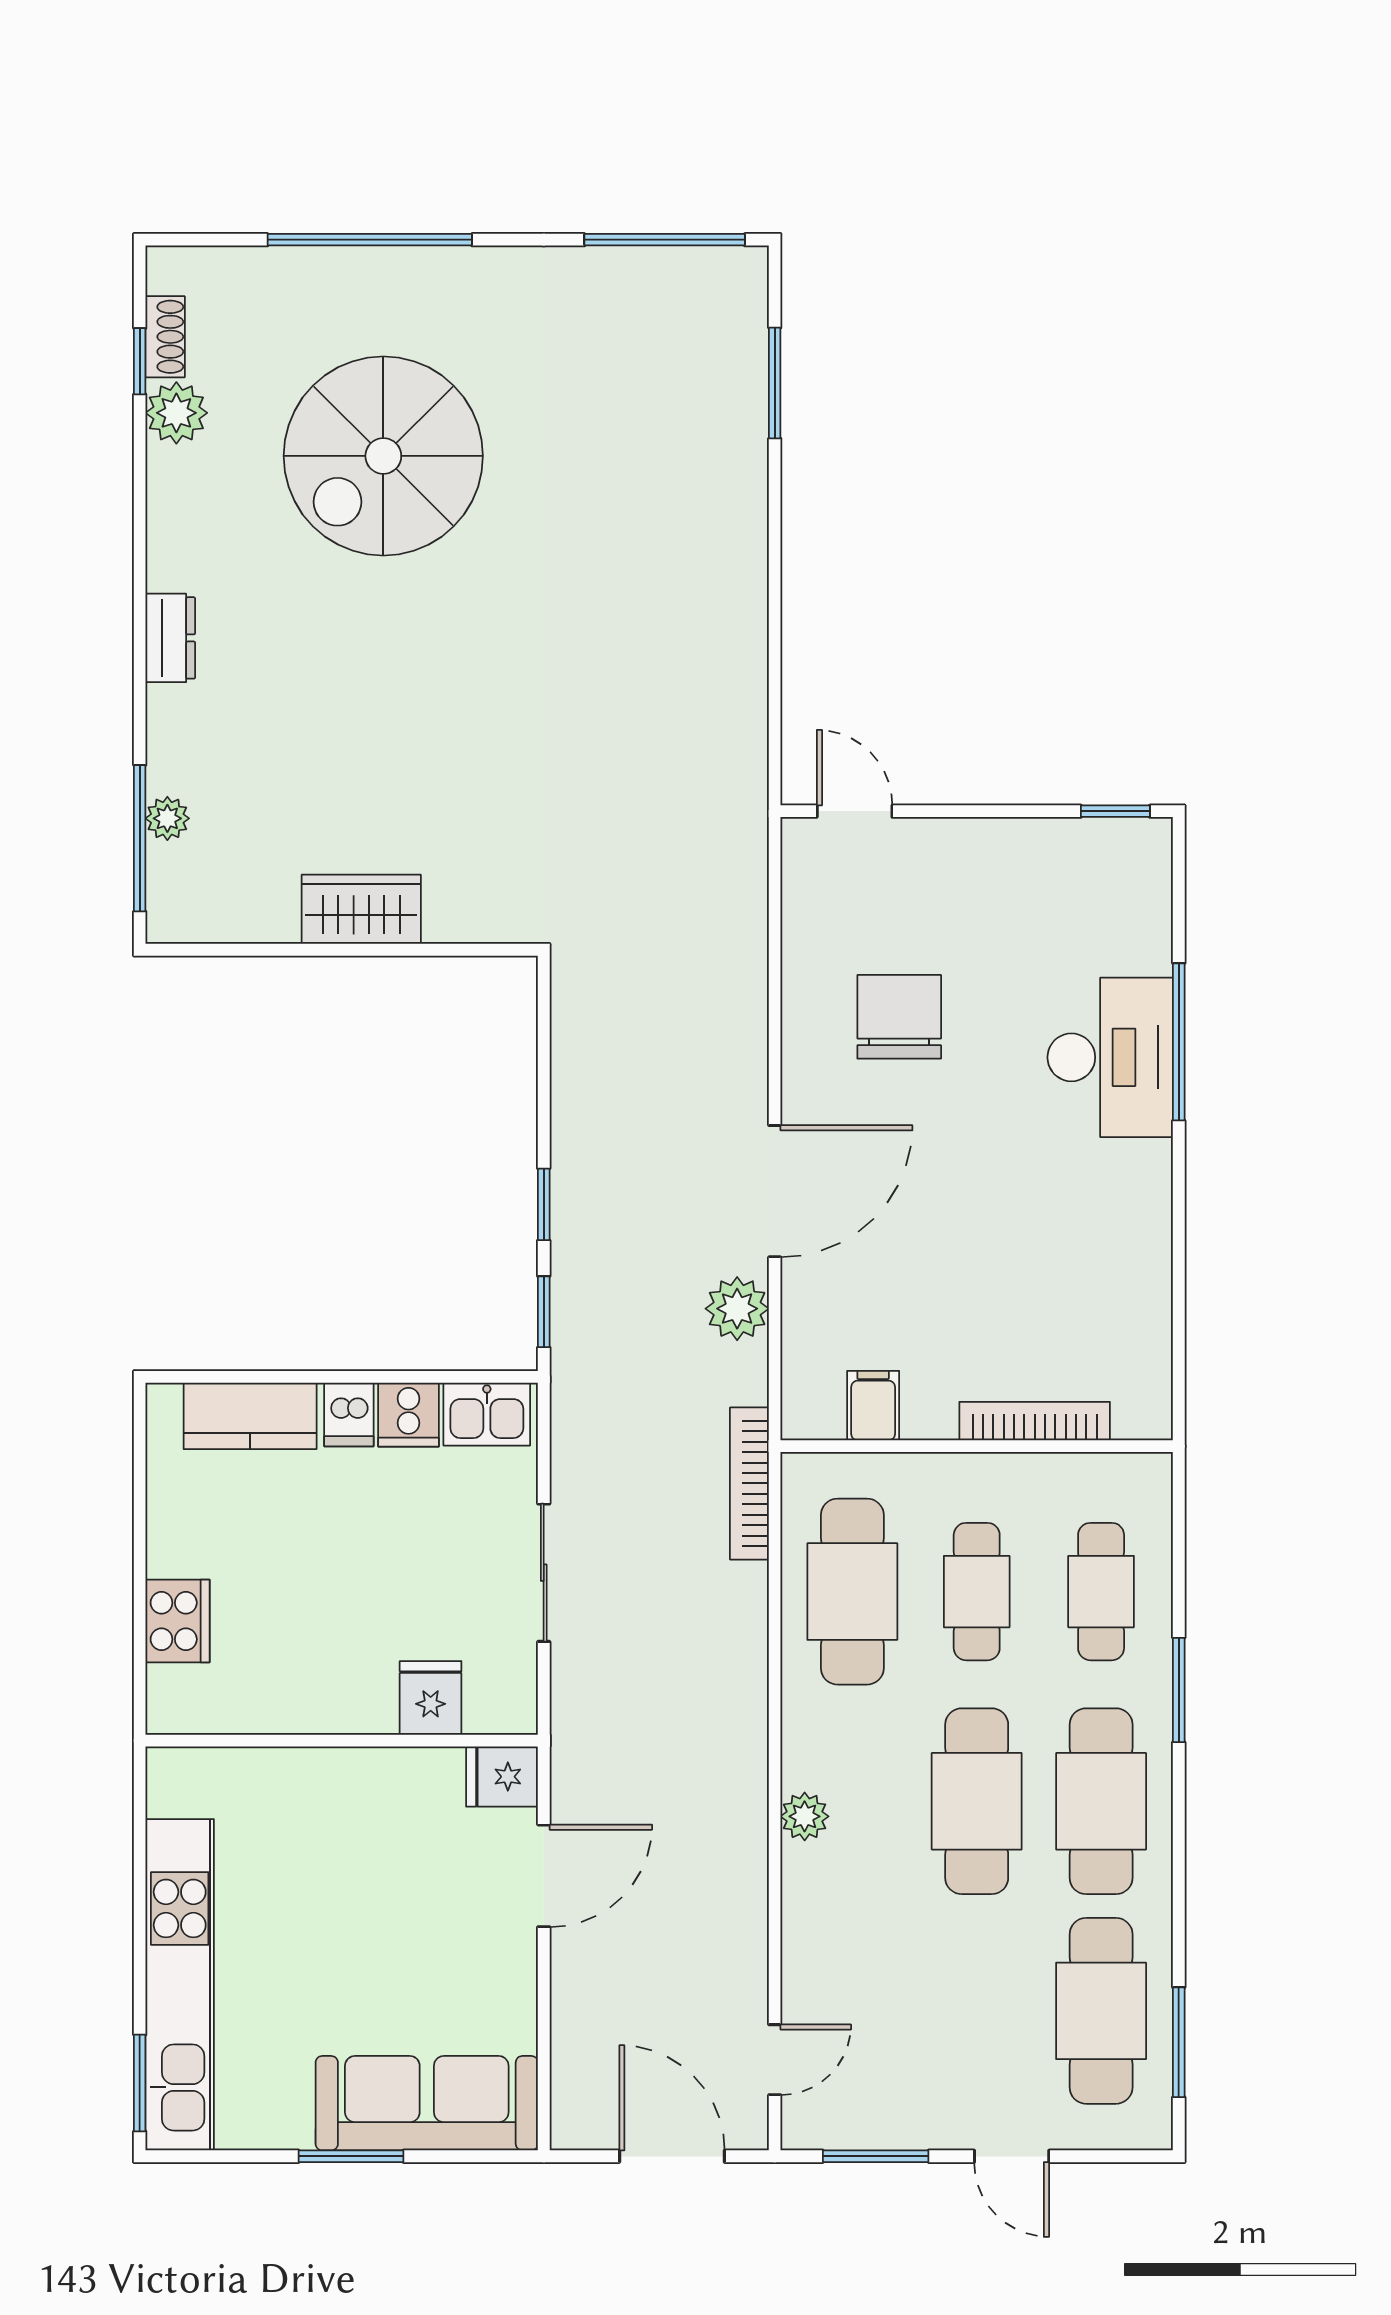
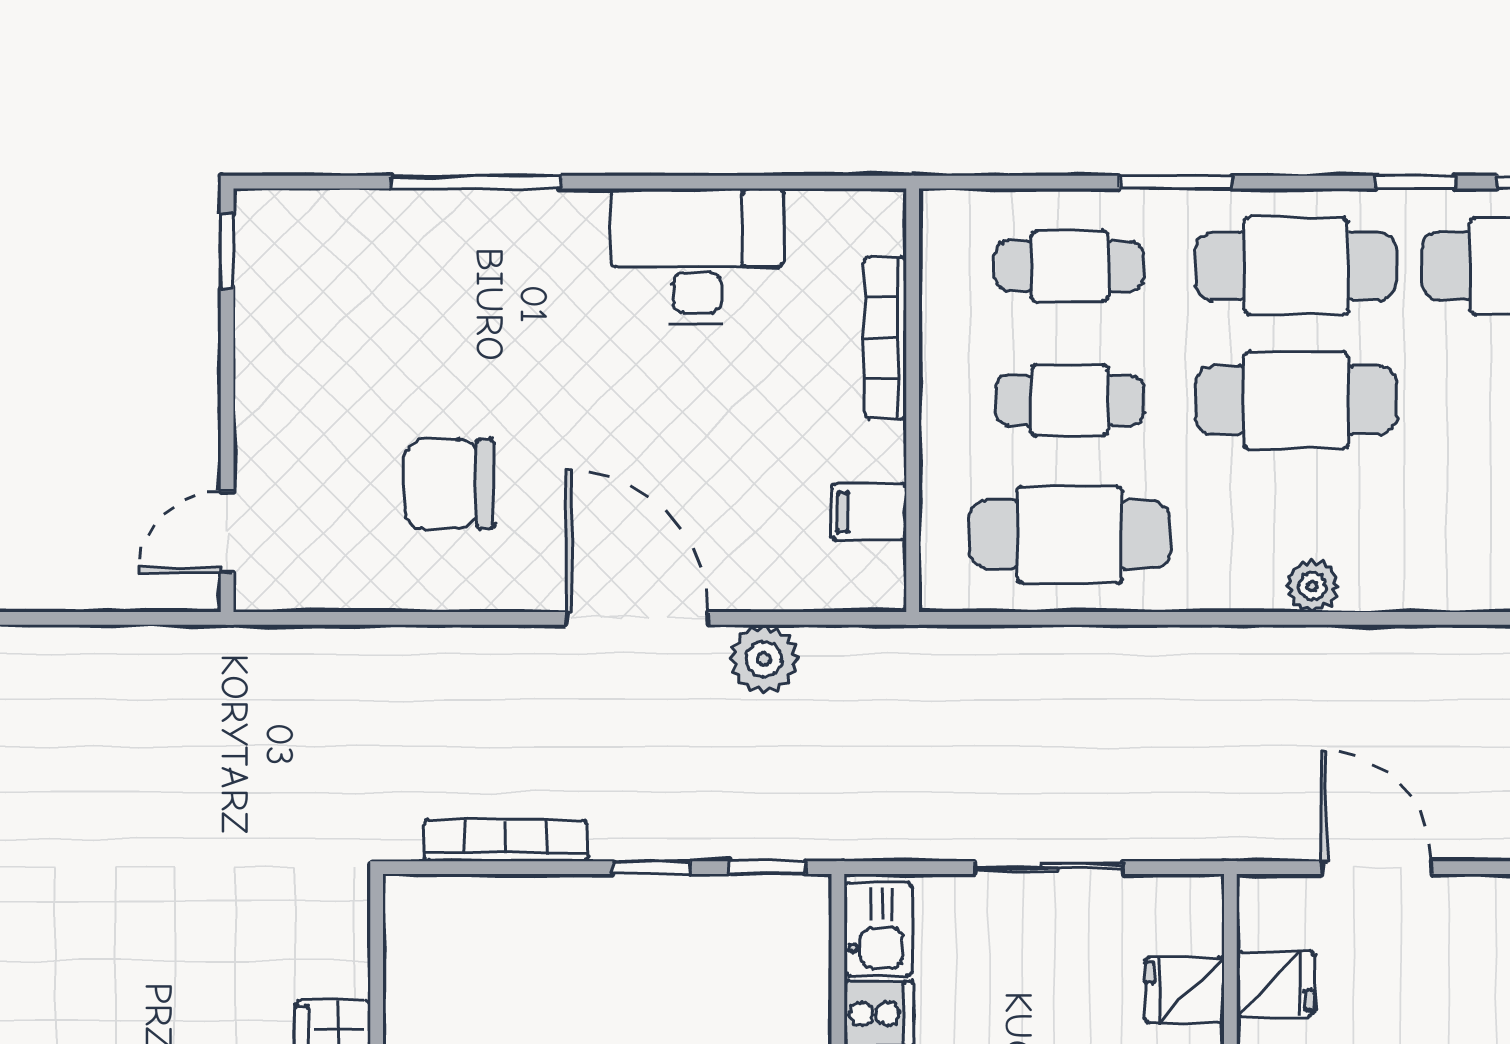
desk: (1110, 1057) -> (697, 256), moved
bookcase: (749, 1483) -> (506, 840), moved, turned 180
fridge: (502, 1777) -> (1276, 984), moved, turned -90
window: (1179, 1912) -> (1416, 182), added

